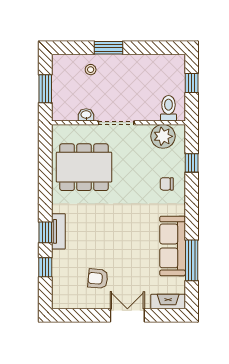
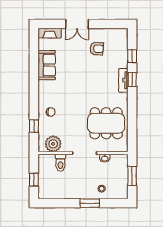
toilet: (168, 108) -> (60, 163), moved
sofa: (173, 246) -> (47, 65), width x0.73
window: (192, 260) -> (34, 61), removed

